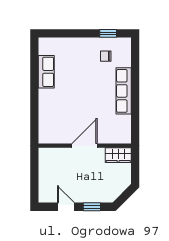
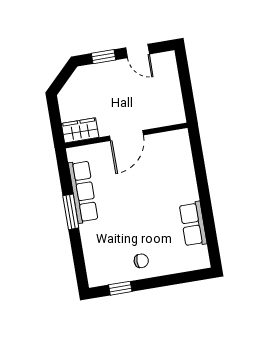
chair: (106, 56) -> (141, 261), moved
row of seats: (124, 91) -> (83, 192), moved
window: (135, 96) -> (71, 212), added

